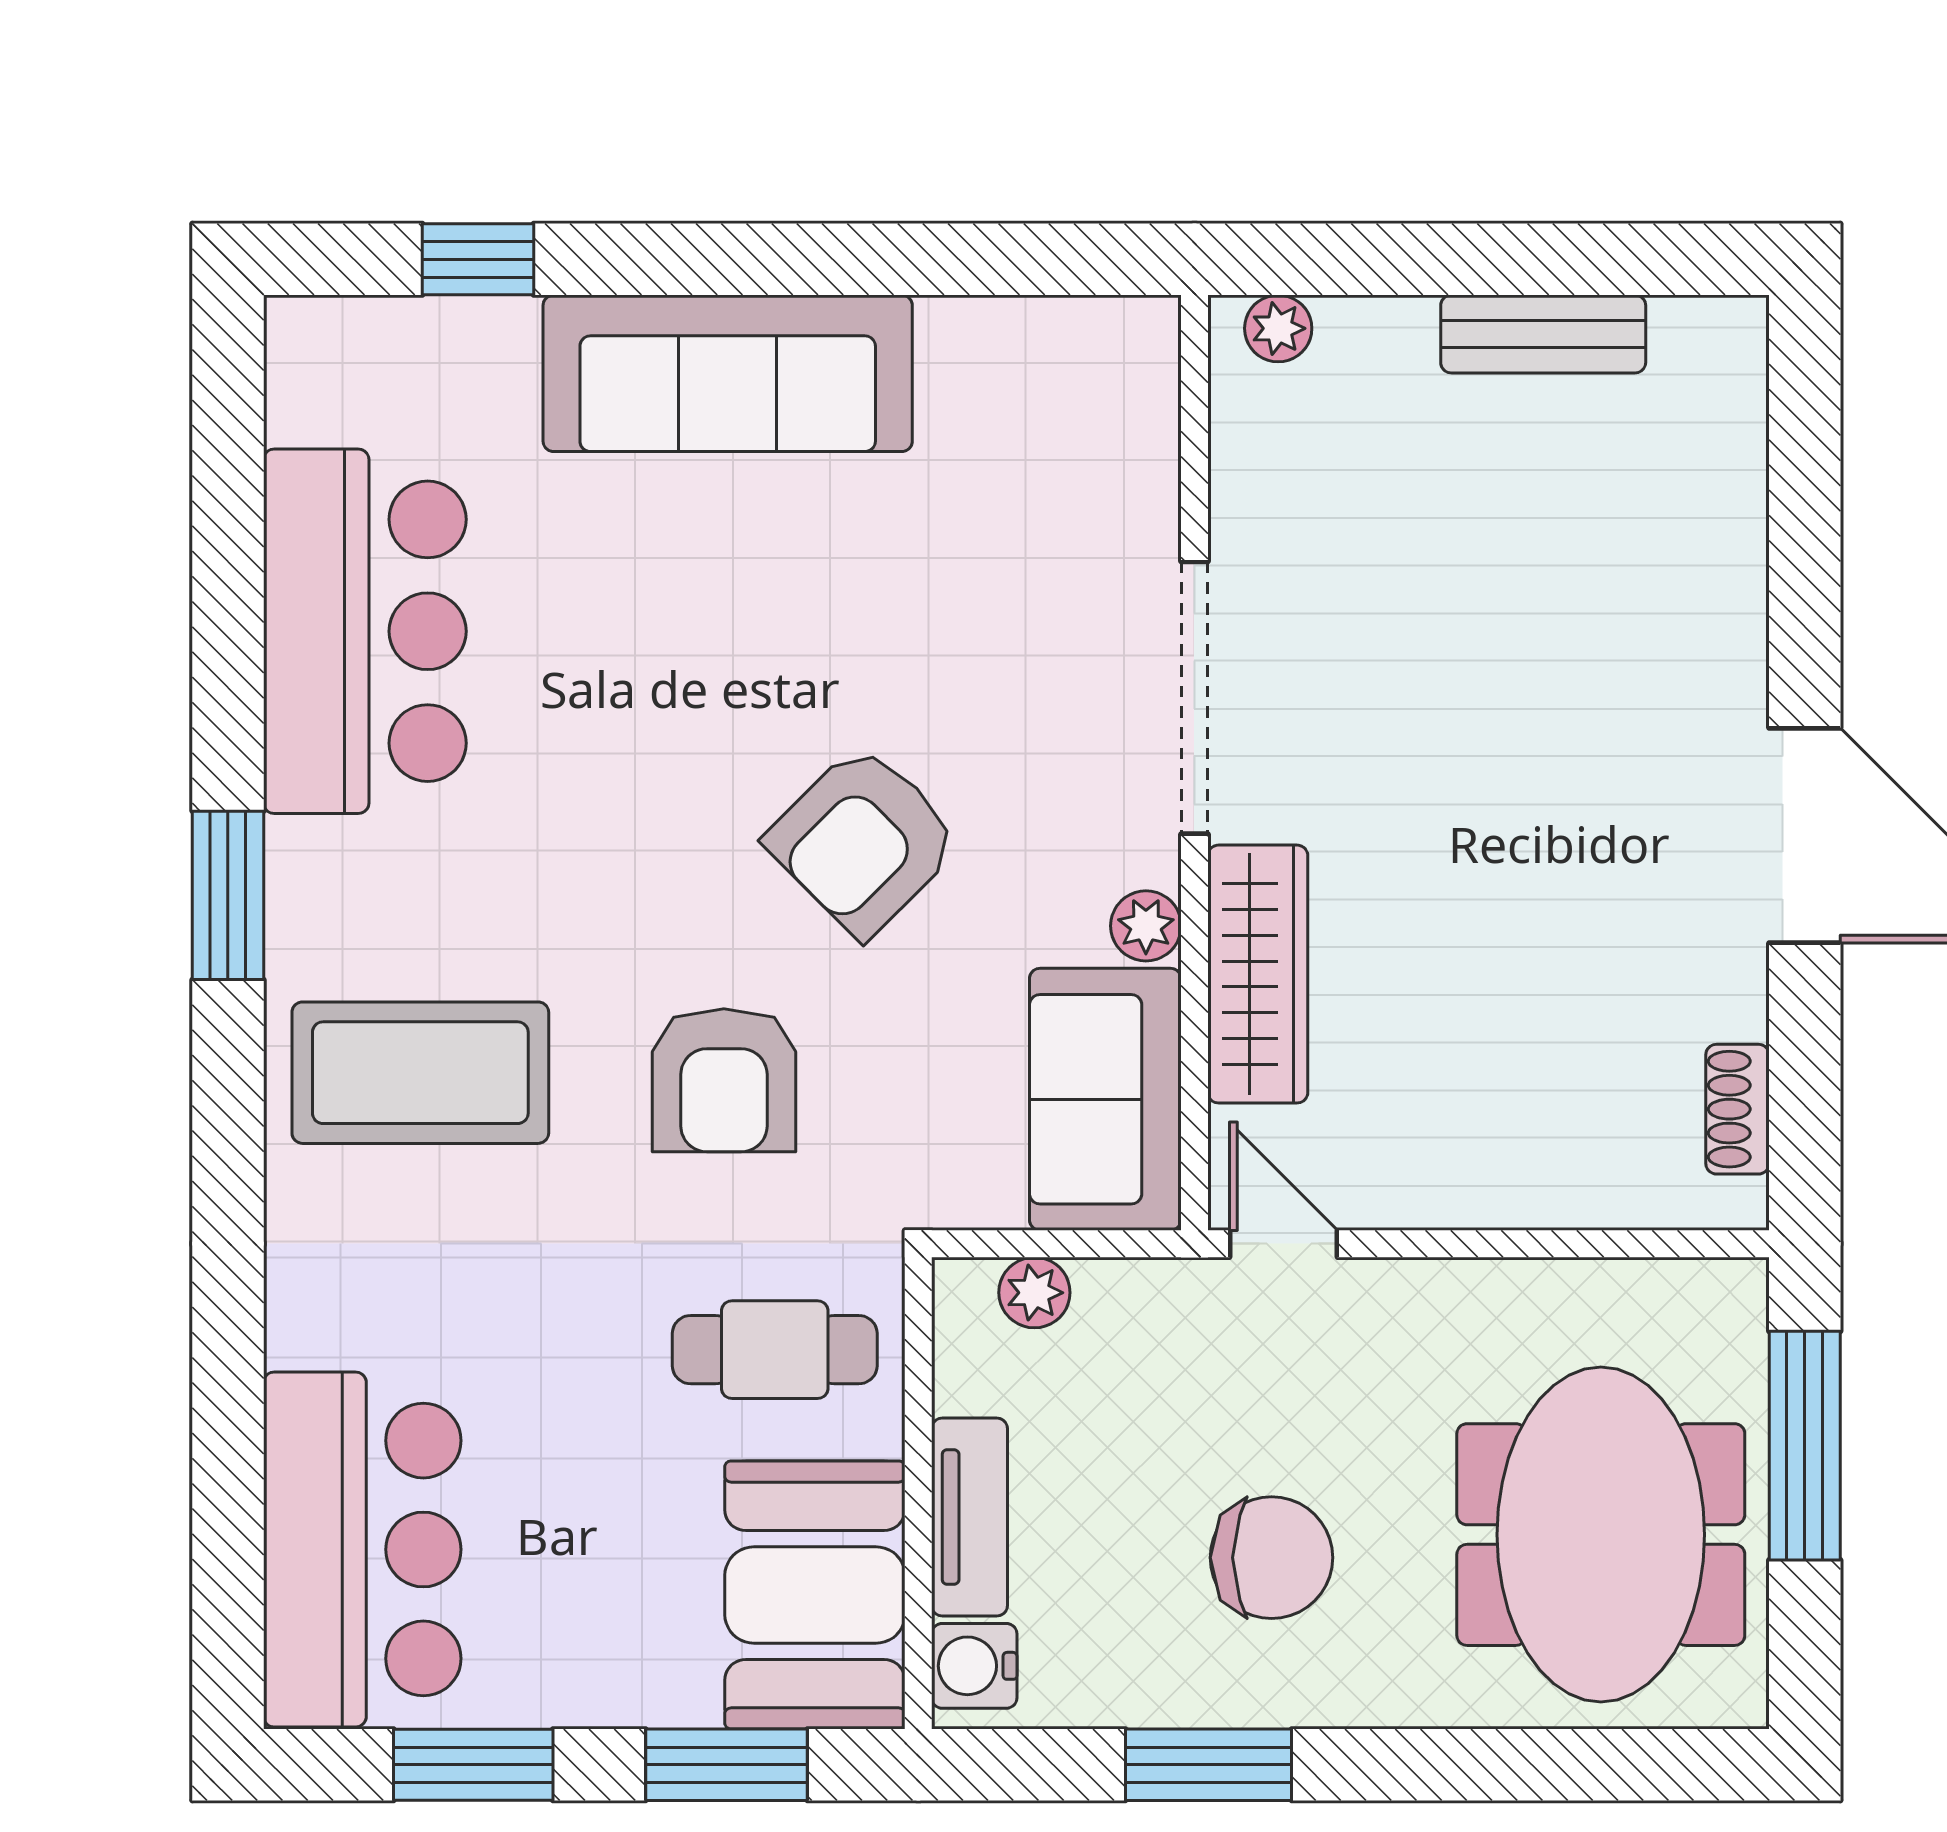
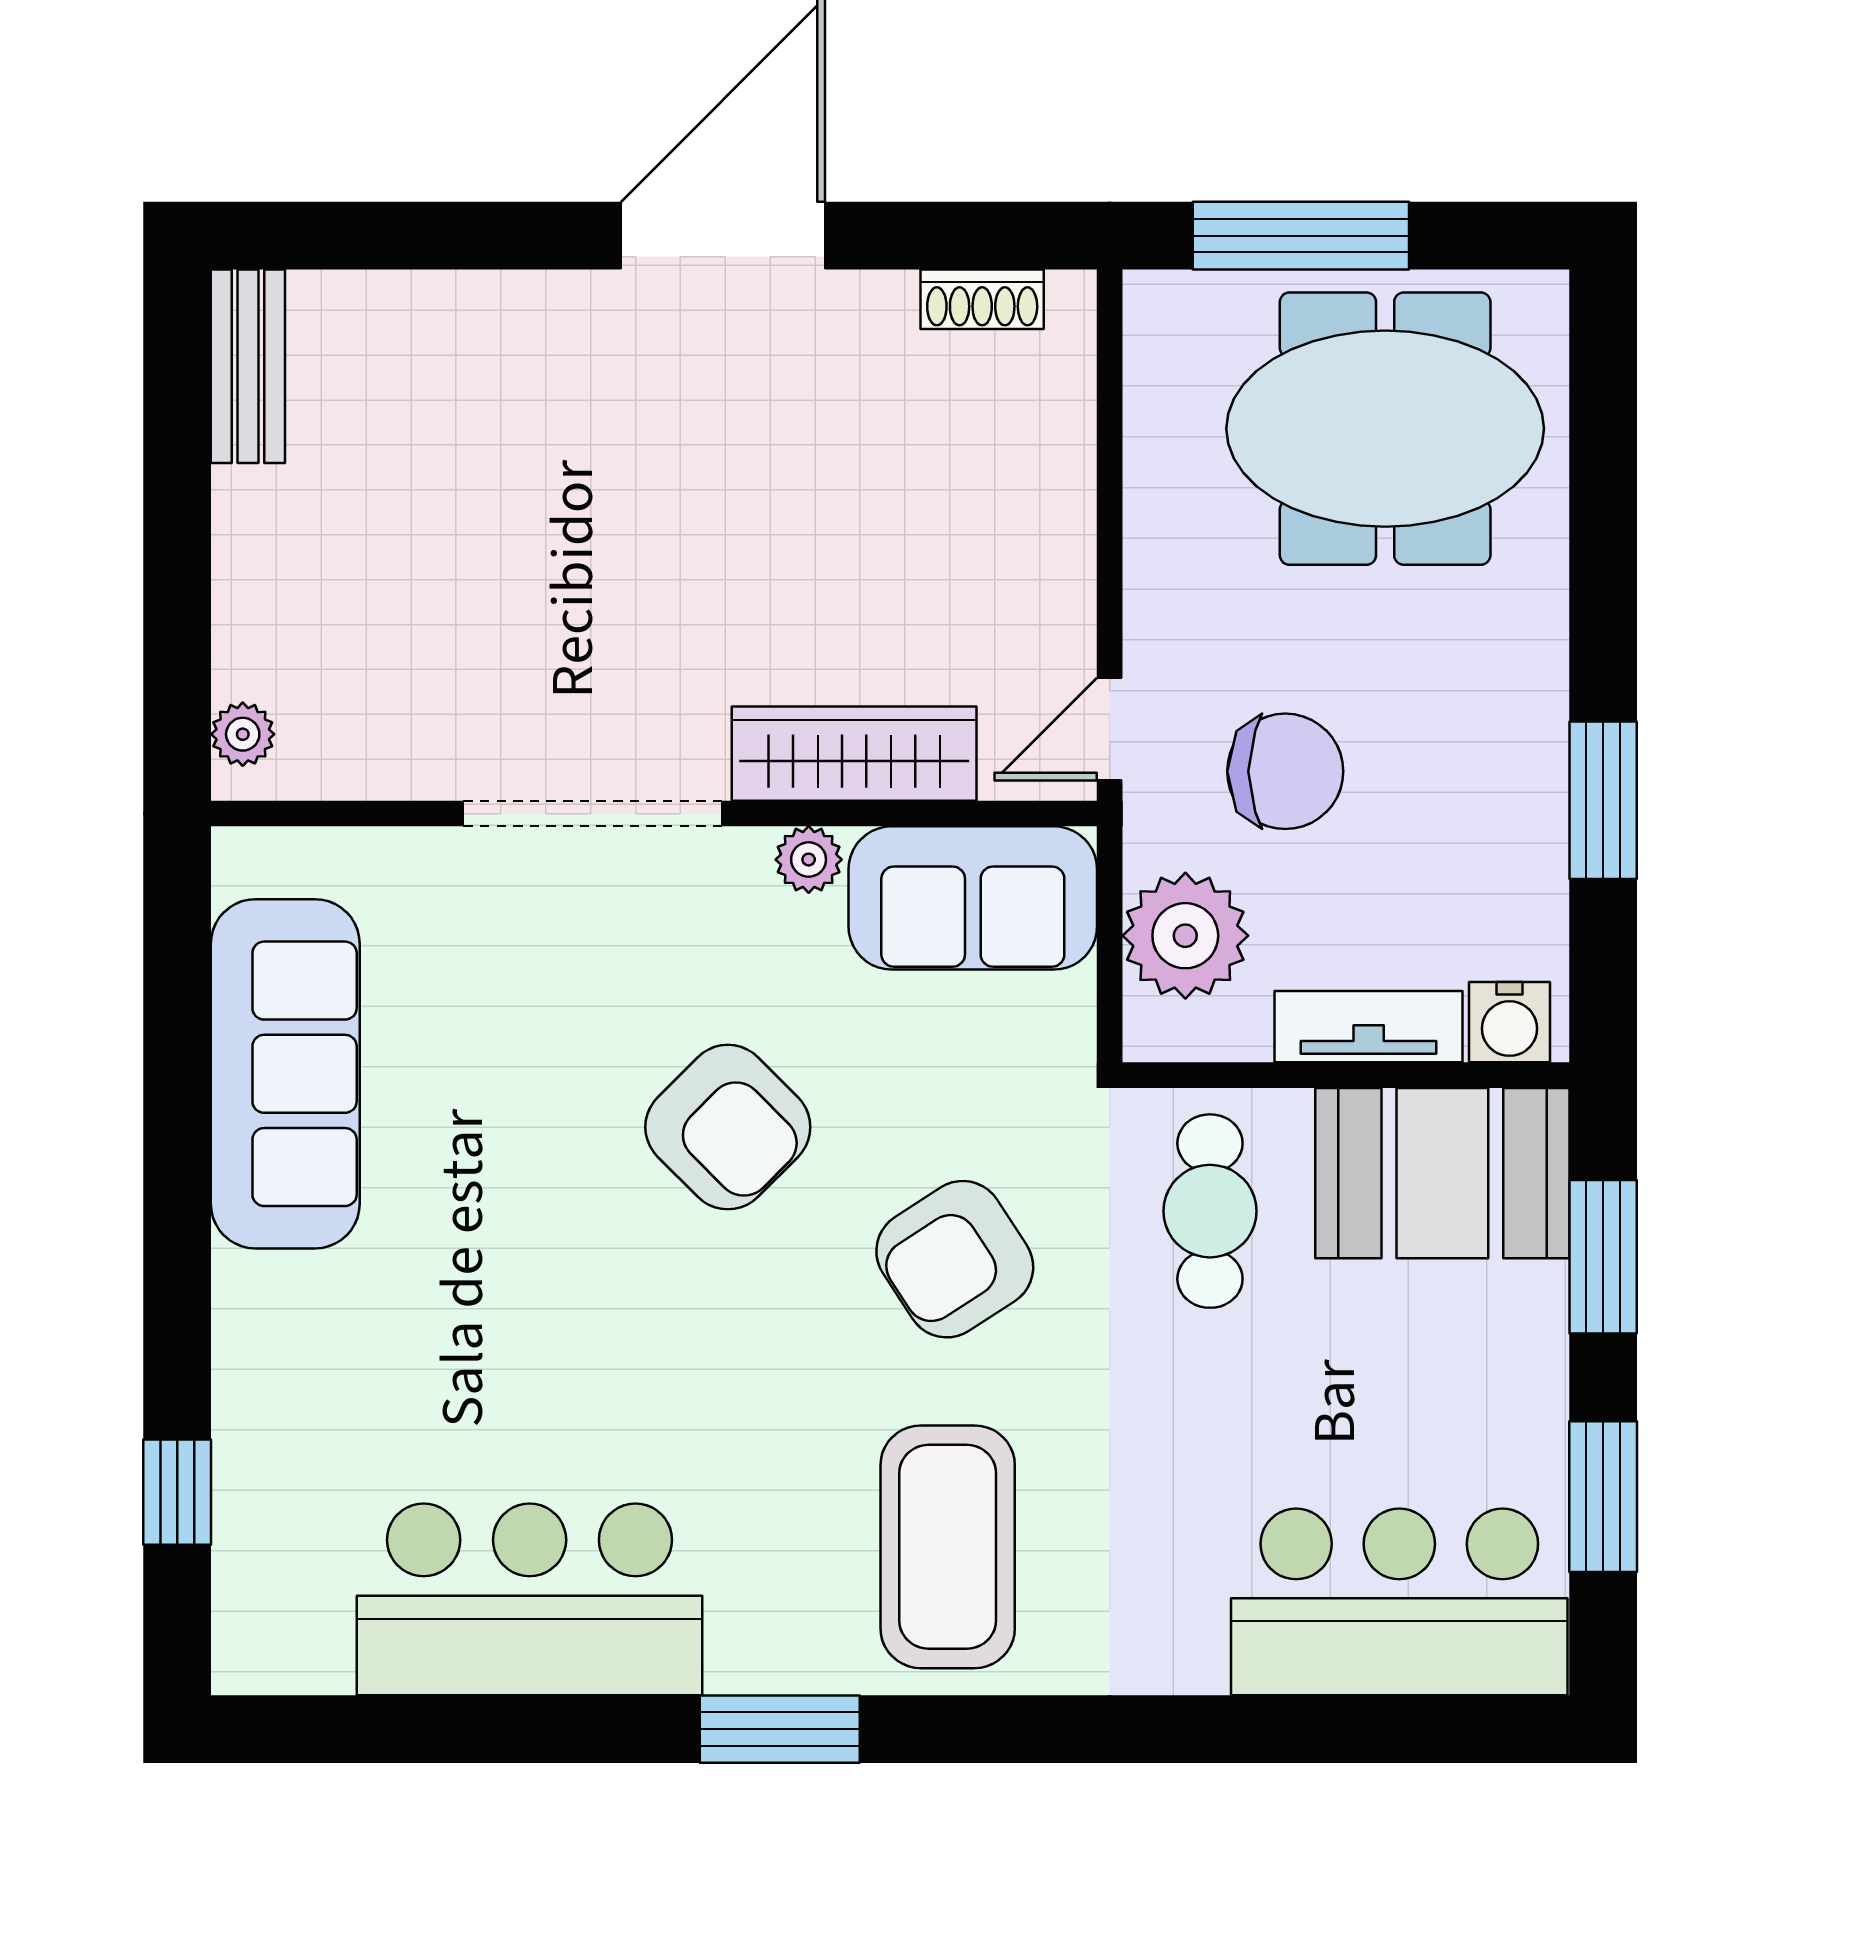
bench: (1543, 334) -> (248, 366), moved
sofa: (728, 373) -> (285, 1074), moved
armchair: (724, 1080) -> (955, 1259), turned 147
plant: (1034, 1293) -> (1185, 936), width x1.88, depth x1.88
chair: (1272, 1558) -> (1285, 771), moved, turned 90

